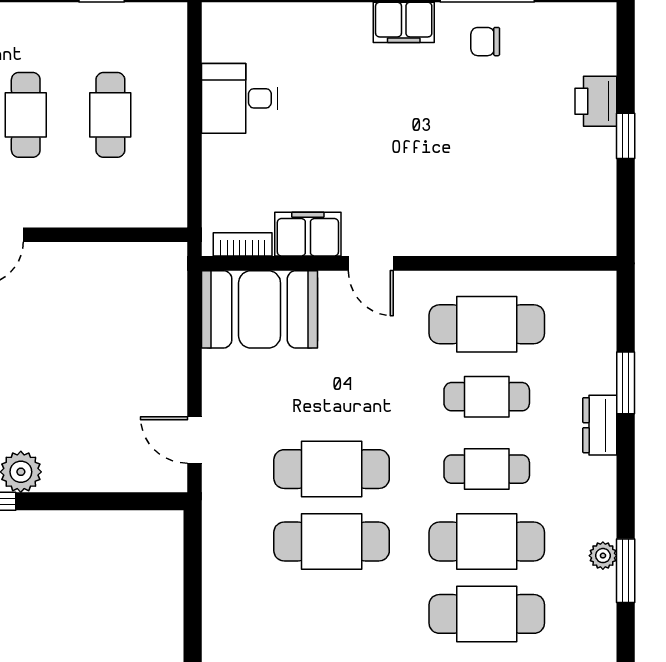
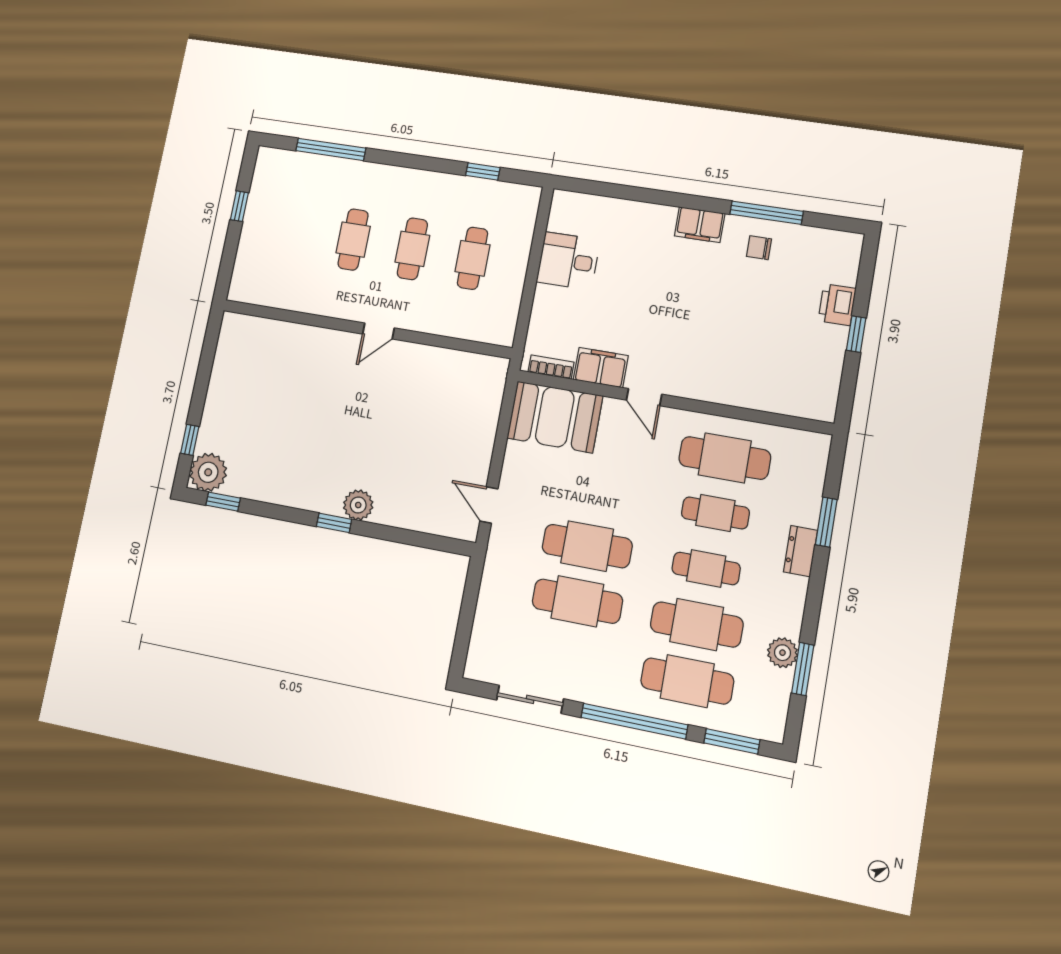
plant: (603, 556) -> (782, 653), width x1.38, depth x1.38

